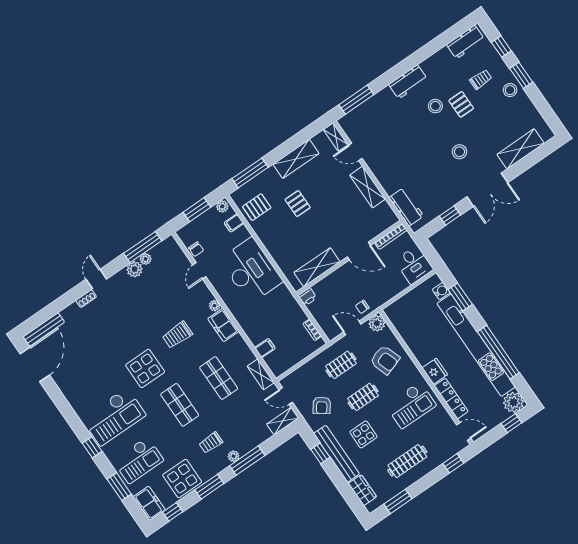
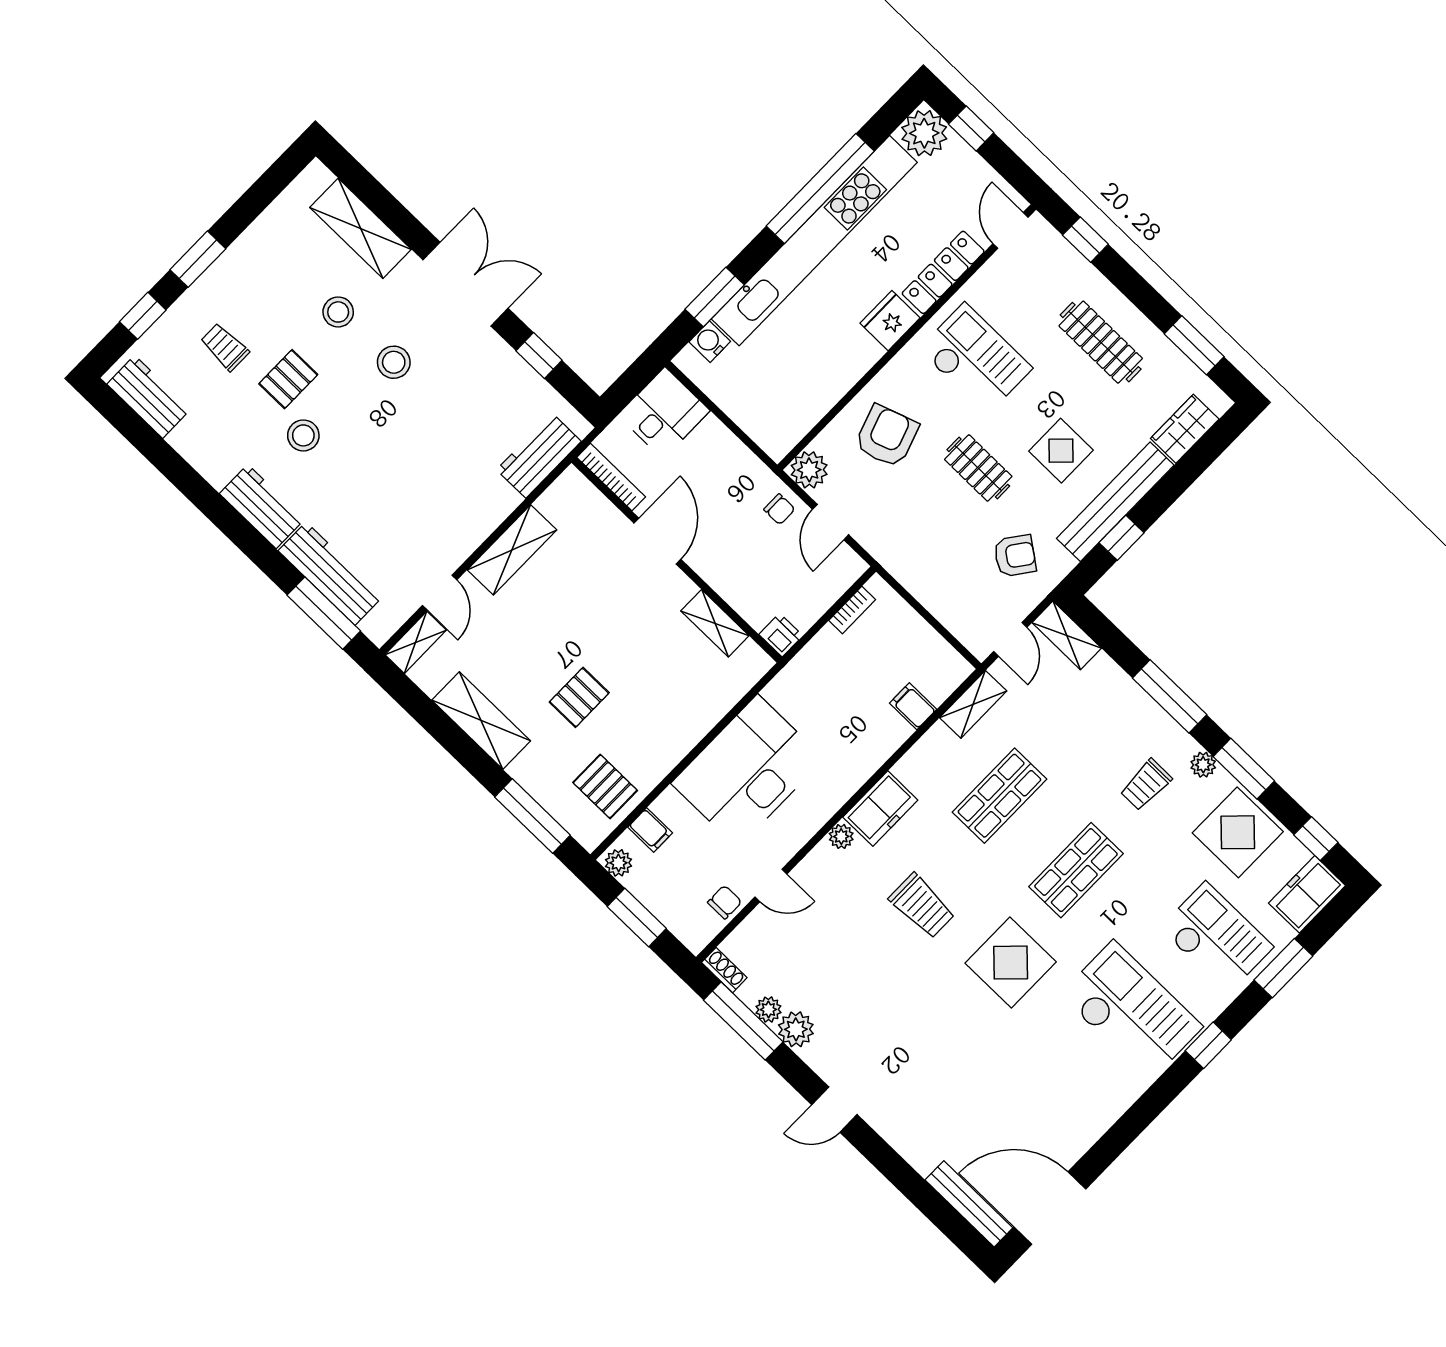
stool: (510, 90) -> (338, 312), moved
workbench: (373, 106) -> (330, 574), added
shelving: (317, 267) -> (715, 623), width x0.67, depth x0.75
shoe rack: (86, 299) -> (724, 970), moved
clothes rail: (341, 365) -> (917, 531), removed
trolley: (211, 443) -> (1146, 785), turned 90
plant: (234, 456) -> (1203, 765), moved

